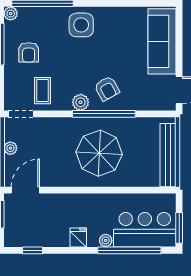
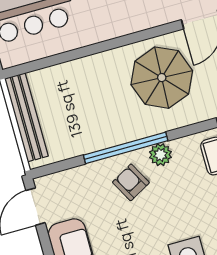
parasol: (99, 153) -> (162, 78), moved

